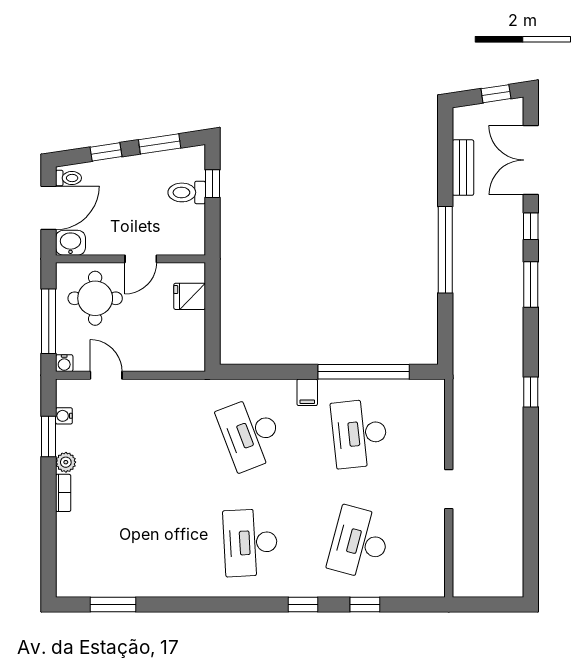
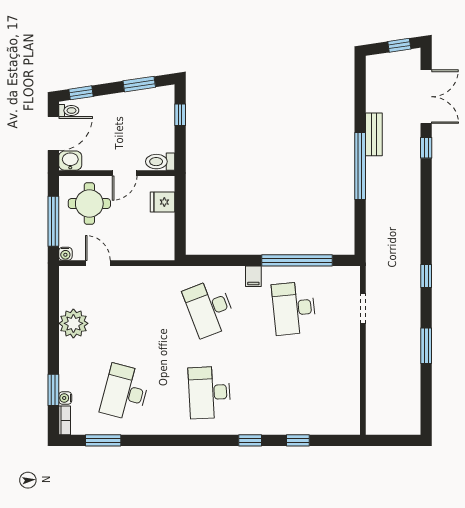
window: (106, 152) -> (81, 93), moved
double door: (531, 160) -> (426, 97), swing flipped
bench: (463, 168) -> (374, 134), moved
toilet: (187, 192) -> (160, 162), moved
window: (531, 285) -> (426, 346), moved
water cooler: (64, 416) -> (65, 398), moved
window: (49, 436) -> (53, 390), moved
plant: (66, 462) -> (73, 323), width x1.87, depth x1.87
doorway: (449, 489) -> (363, 309), moved
bookcase: (63, 493) -> (65, 420), moved
desk: (360, 543) -> (125, 393), moved

